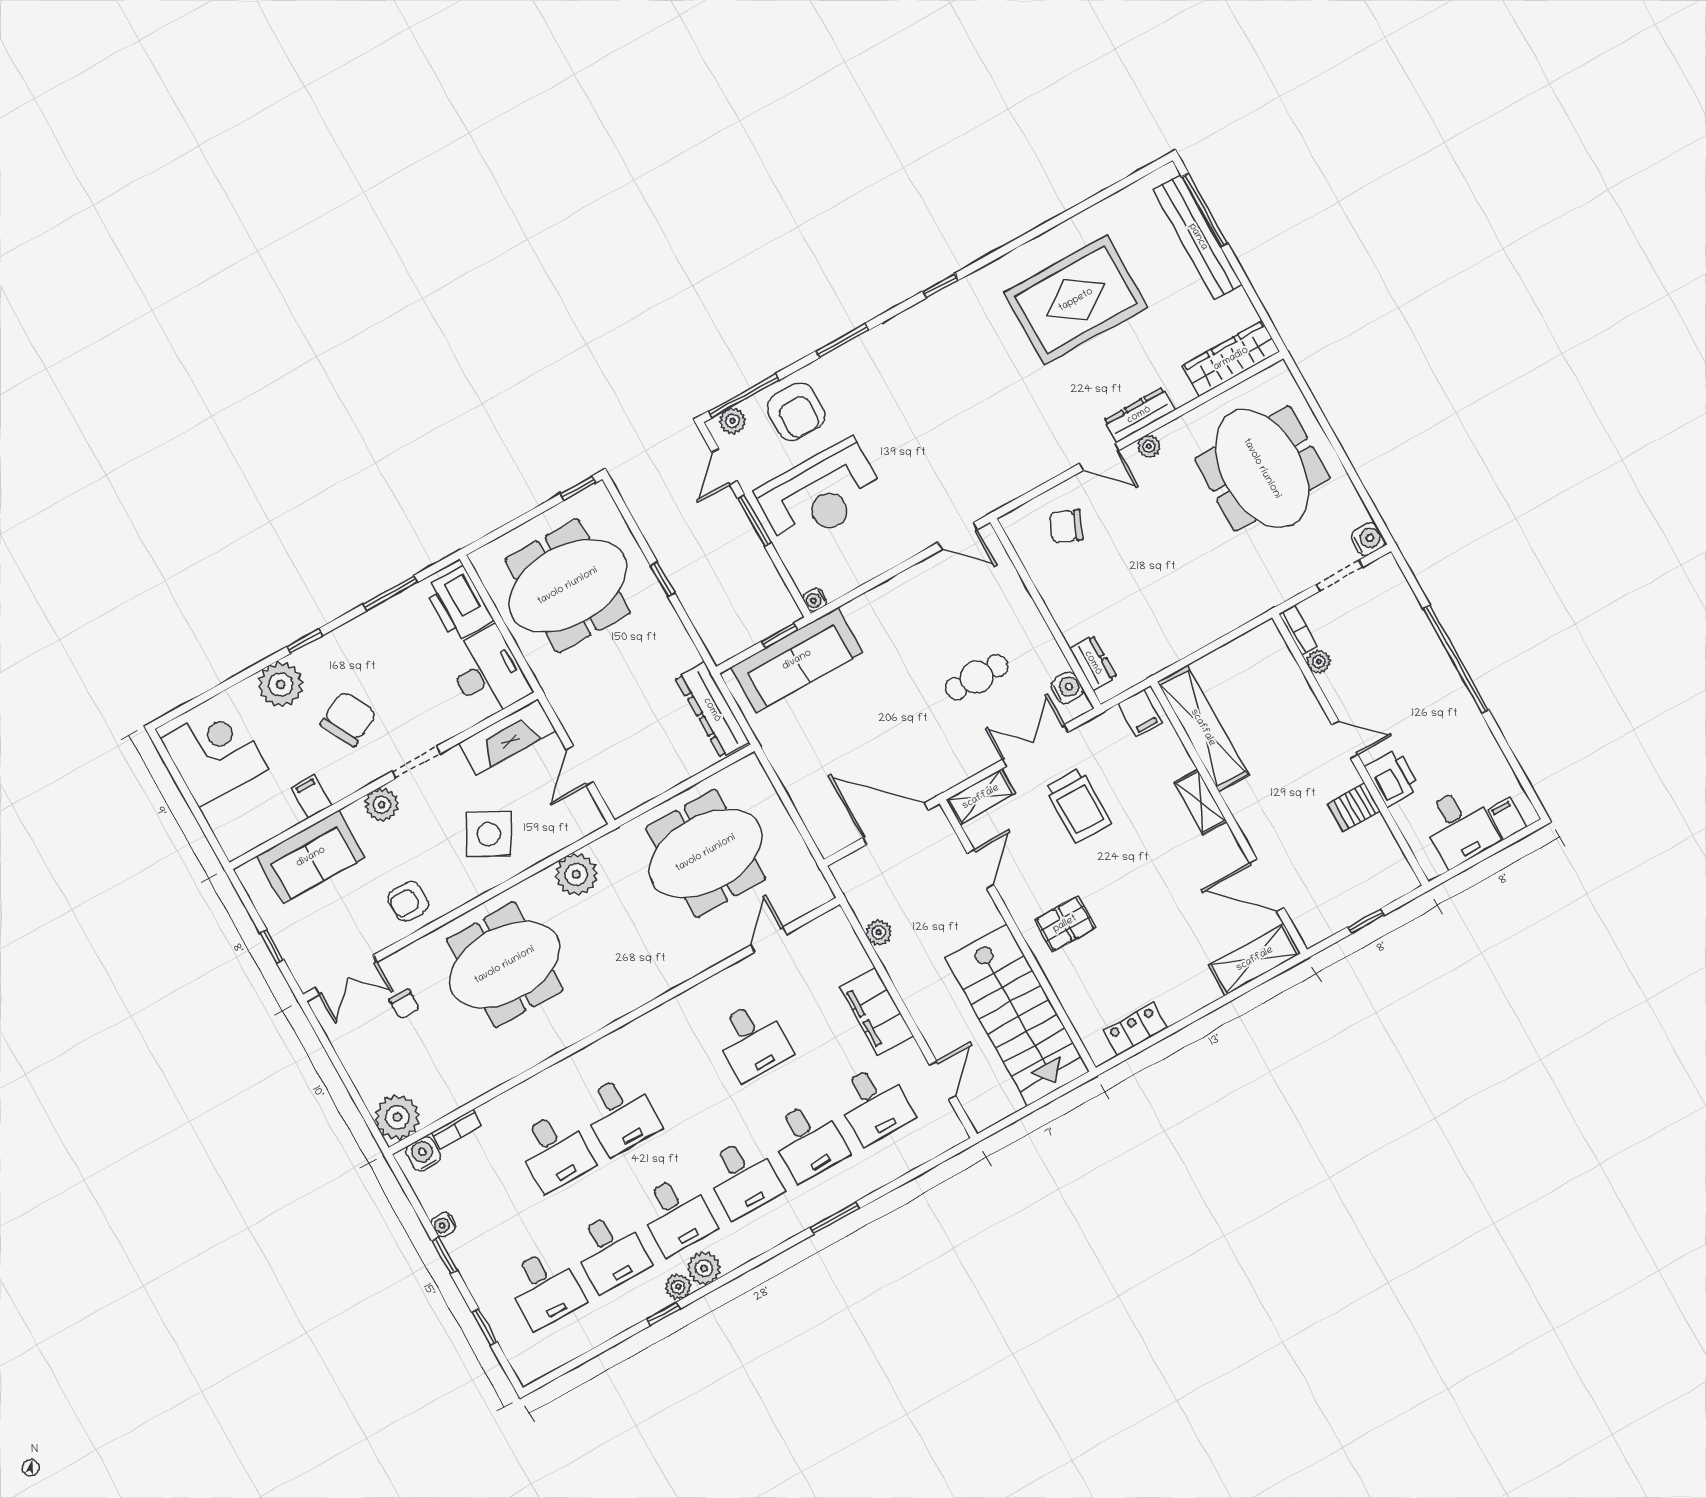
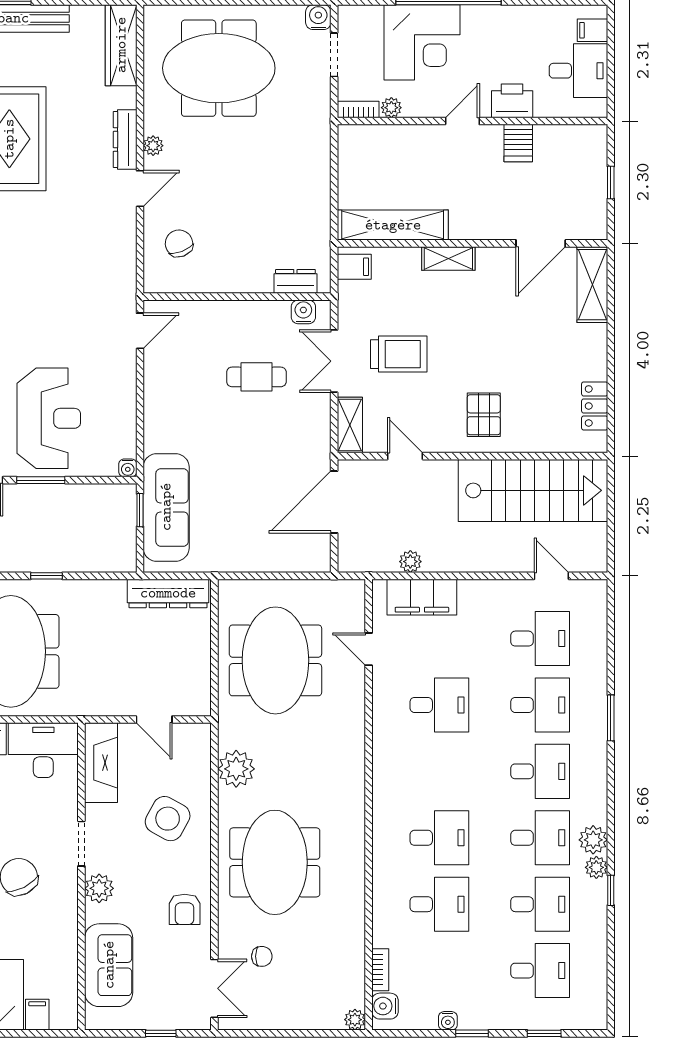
chair: (1066, 526) -> (179, 243), turned 136
corner desk: (1400, 656) -> (422, 42), added
cafe table: (977, 677) -> (256, 377), turned 90
filing cabinet: (311, 797) -> (37, 1015), moved, turned 90
filing cabinet: (876, 1011) -> (422, 597), moved
plant: (397, 1117) -> (355, 1020), width x0.53, depth x0.53

